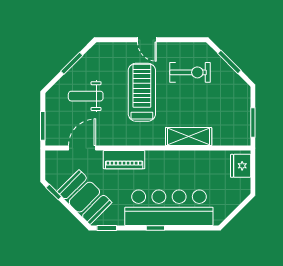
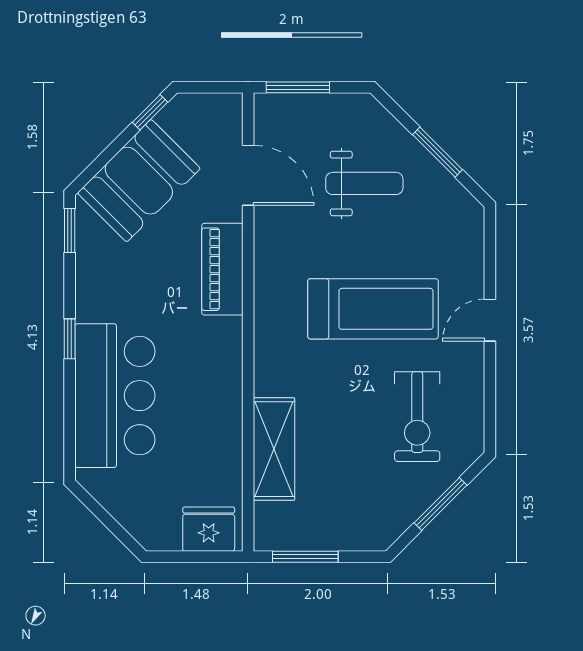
weight bench: (86, 96) -> (364, 183), turned 90
shelving: (189, 137) -> (274, 449), moved
bar counter: (169, 208) -> (115, 396), width x0.73

